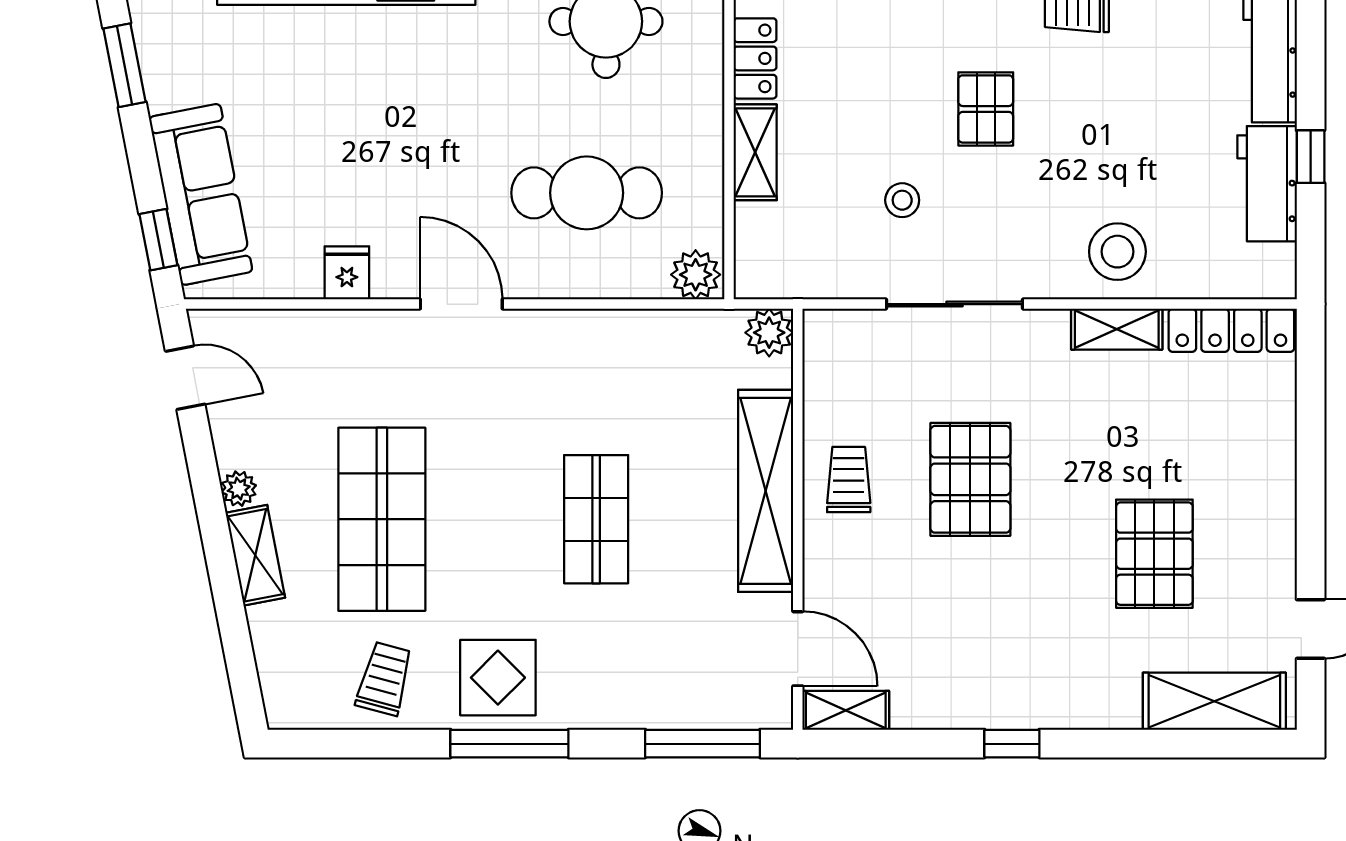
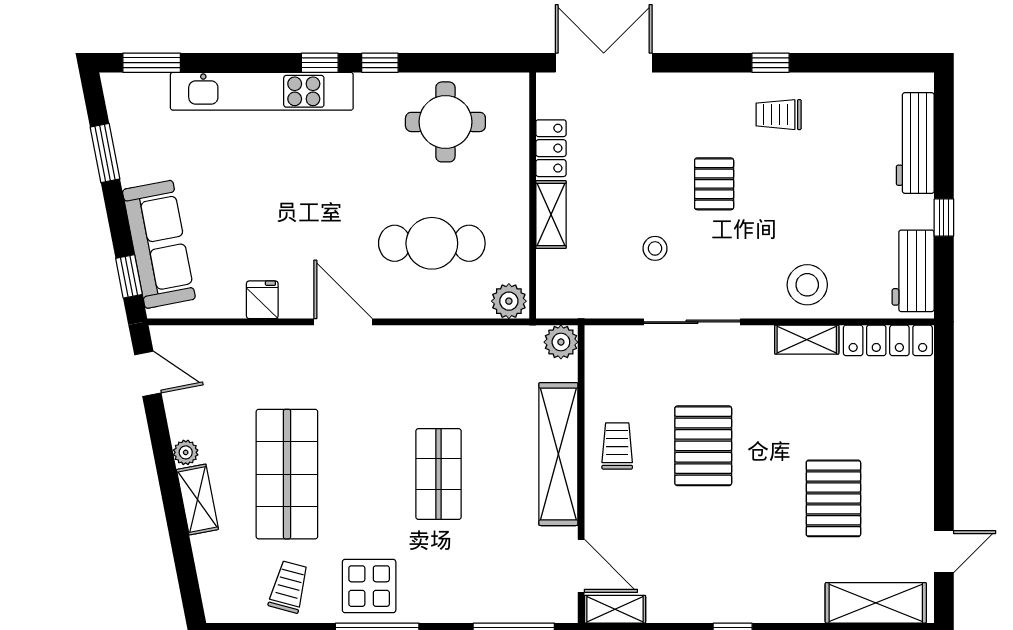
workbench: (1267, 184) -> (913, 271), moved

